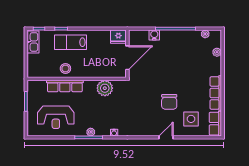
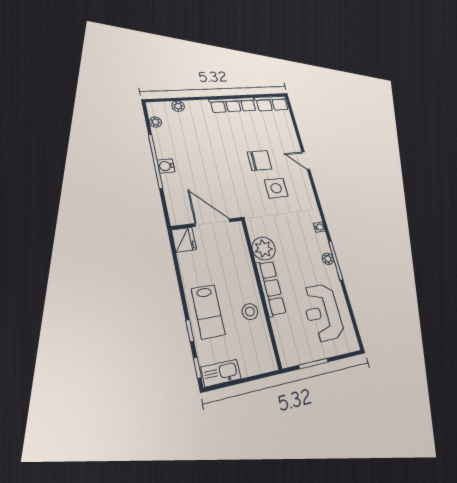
water cooler: (154, 35) -> (166, 166), moved
row of seats: (65, 86) -> (271, 288), moved
reception desk: (56, 117) -> (323, 312), turned 180
side table: (191, 119) -> (276, 188), moved

